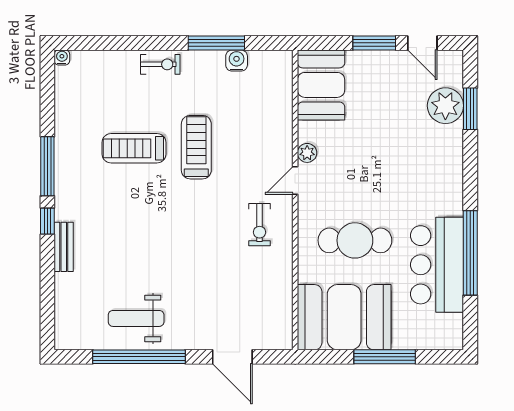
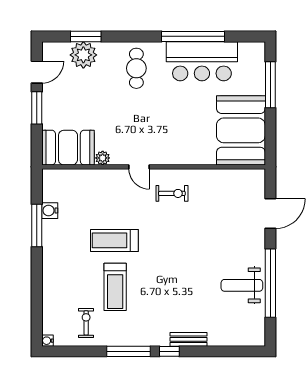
exercise bike: (160, 64) -> (86, 323), moved
plant: (307, 153) -> (103, 158), moved
cafe table: (355, 240) -> (136, 68), moved, width x0.73, depth x0.74
weight bench: (136, 318) -> (242, 285), turned 90
window: (385, 357) -> (270, 85), moved

